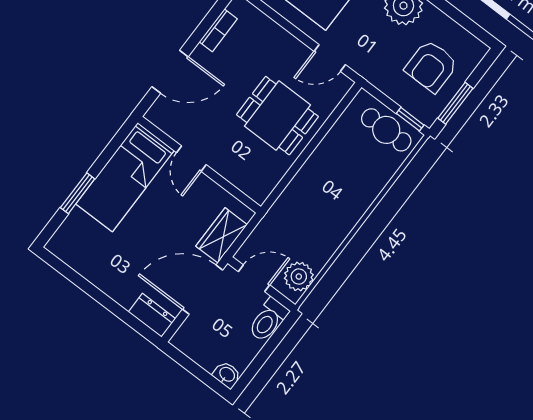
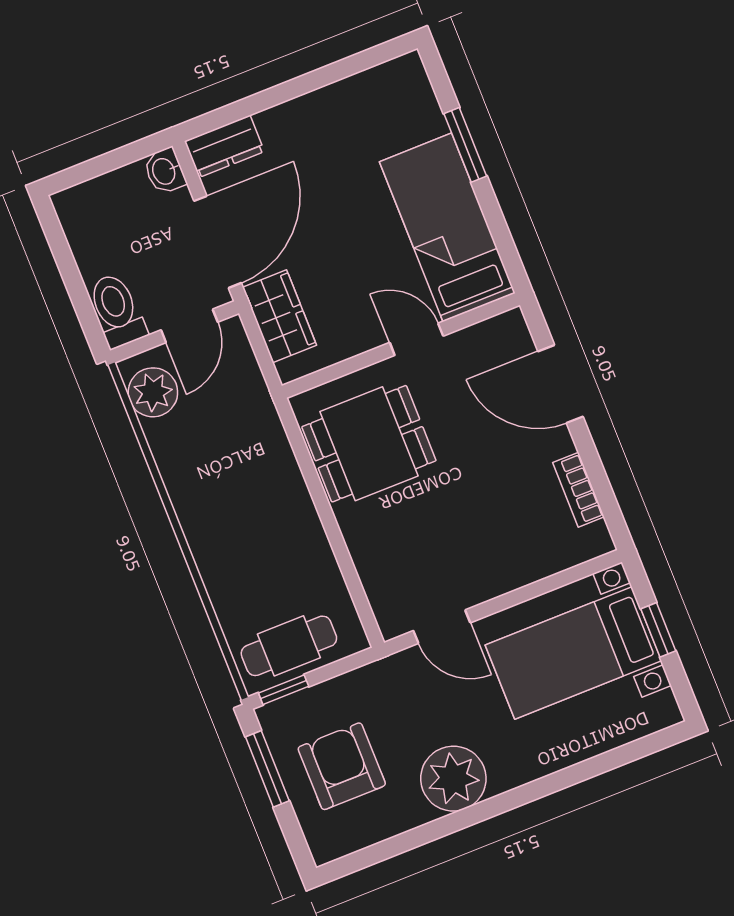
door: (330, 58) -> (442, 627), swing flipped
door: (170, 72) -> (560, 384), hinge flipped
dining table: (277, 116) -> (369, 444), moved
washbasin: (227, 375) -> (165, 171), moved, turned 90

